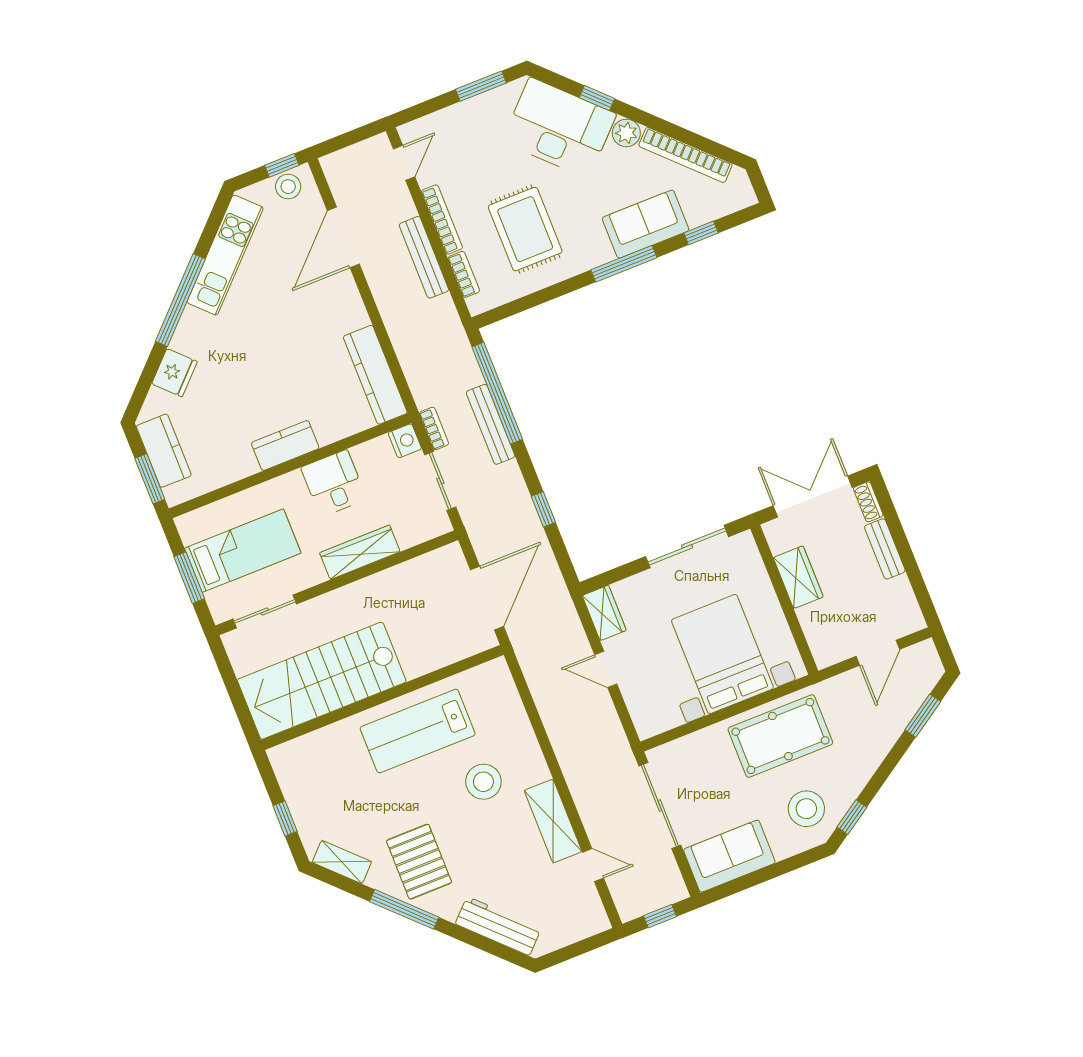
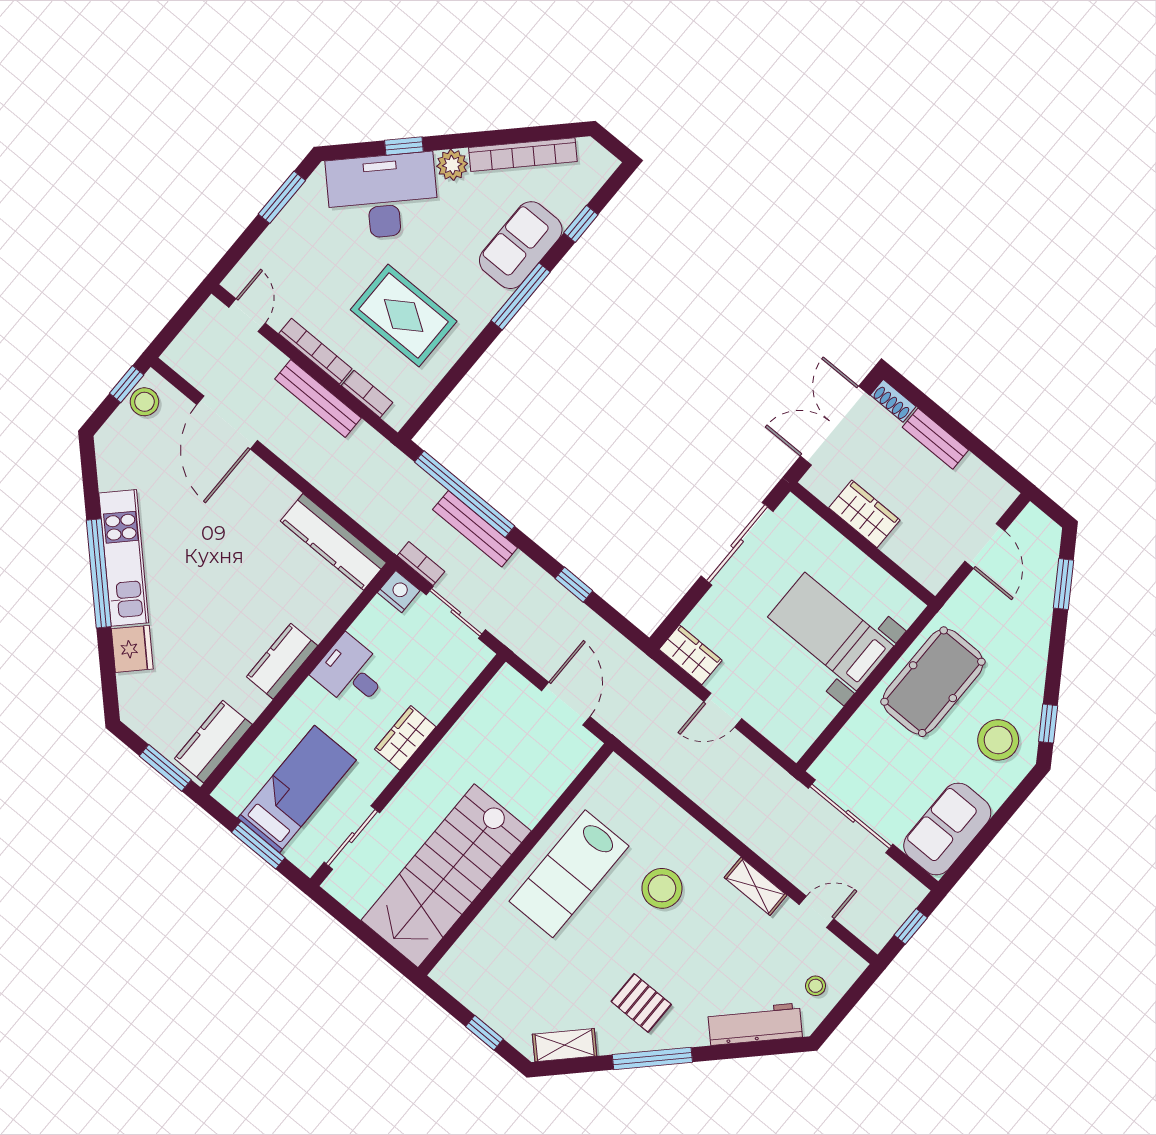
kitchen unit: (225, 255) -> (124, 558), moved
kitchen counter: (164, 451) -> (213, 742), moved, turned -90
wardrobe: (360, 552) -> (405, 738), width x0.67
door: (487, 598) -> (566, 704), width x0.73
bed with nightstands: (722, 654) -> (831, 632), width x0.73
shelving: (553, 821) -> (756, 886), width x0.67, depth x0.75
pallet: (419, 862) -> (641, 1003), width x0.67, depth x0.71
stool: (561, 922) -> (816, 986), added

